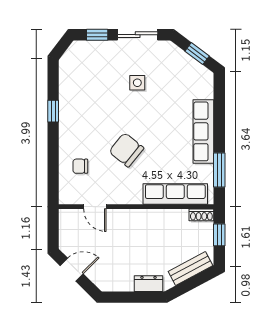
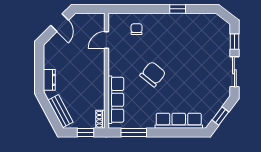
side table: (137, 83) -> (199, 72), removed
row of seats: (203, 131) -> (179, 121), moved
chair: (126, 150) -> (153, 74), moved

